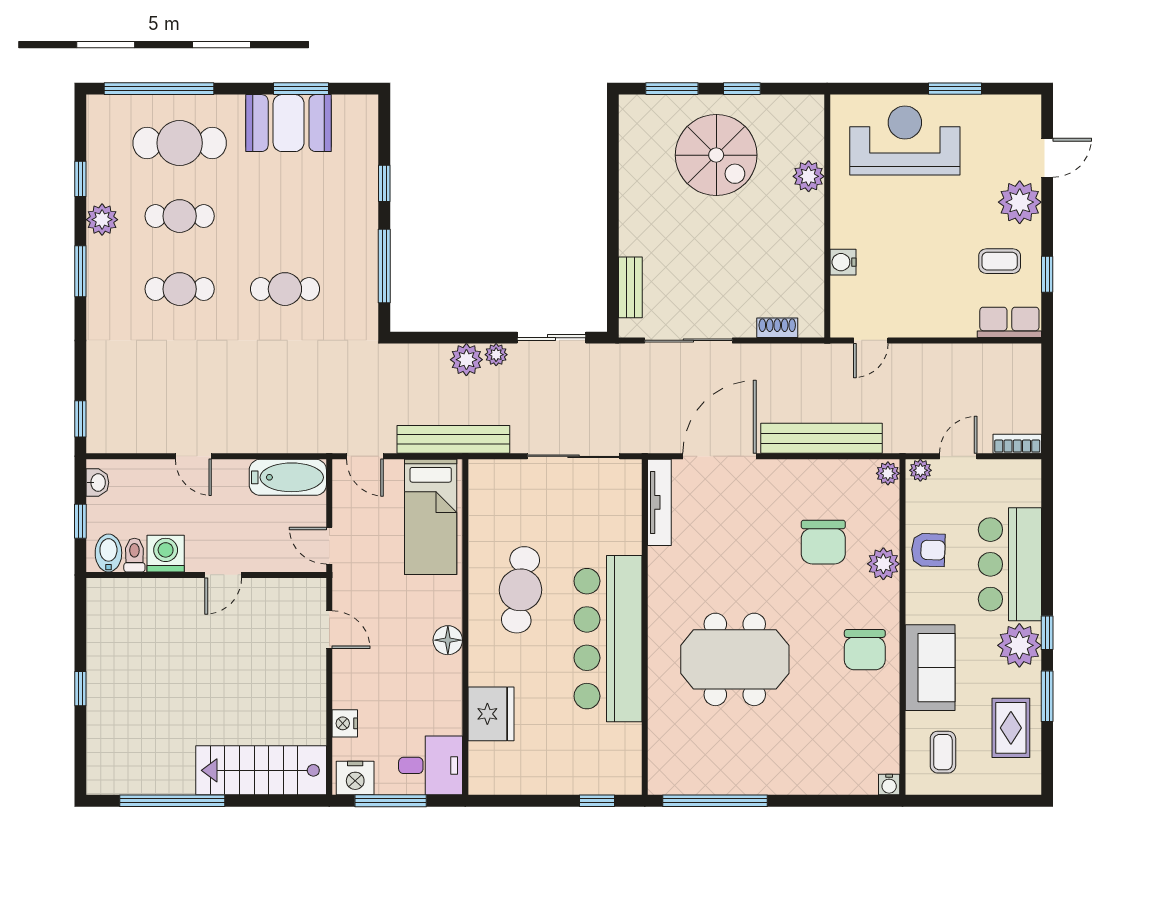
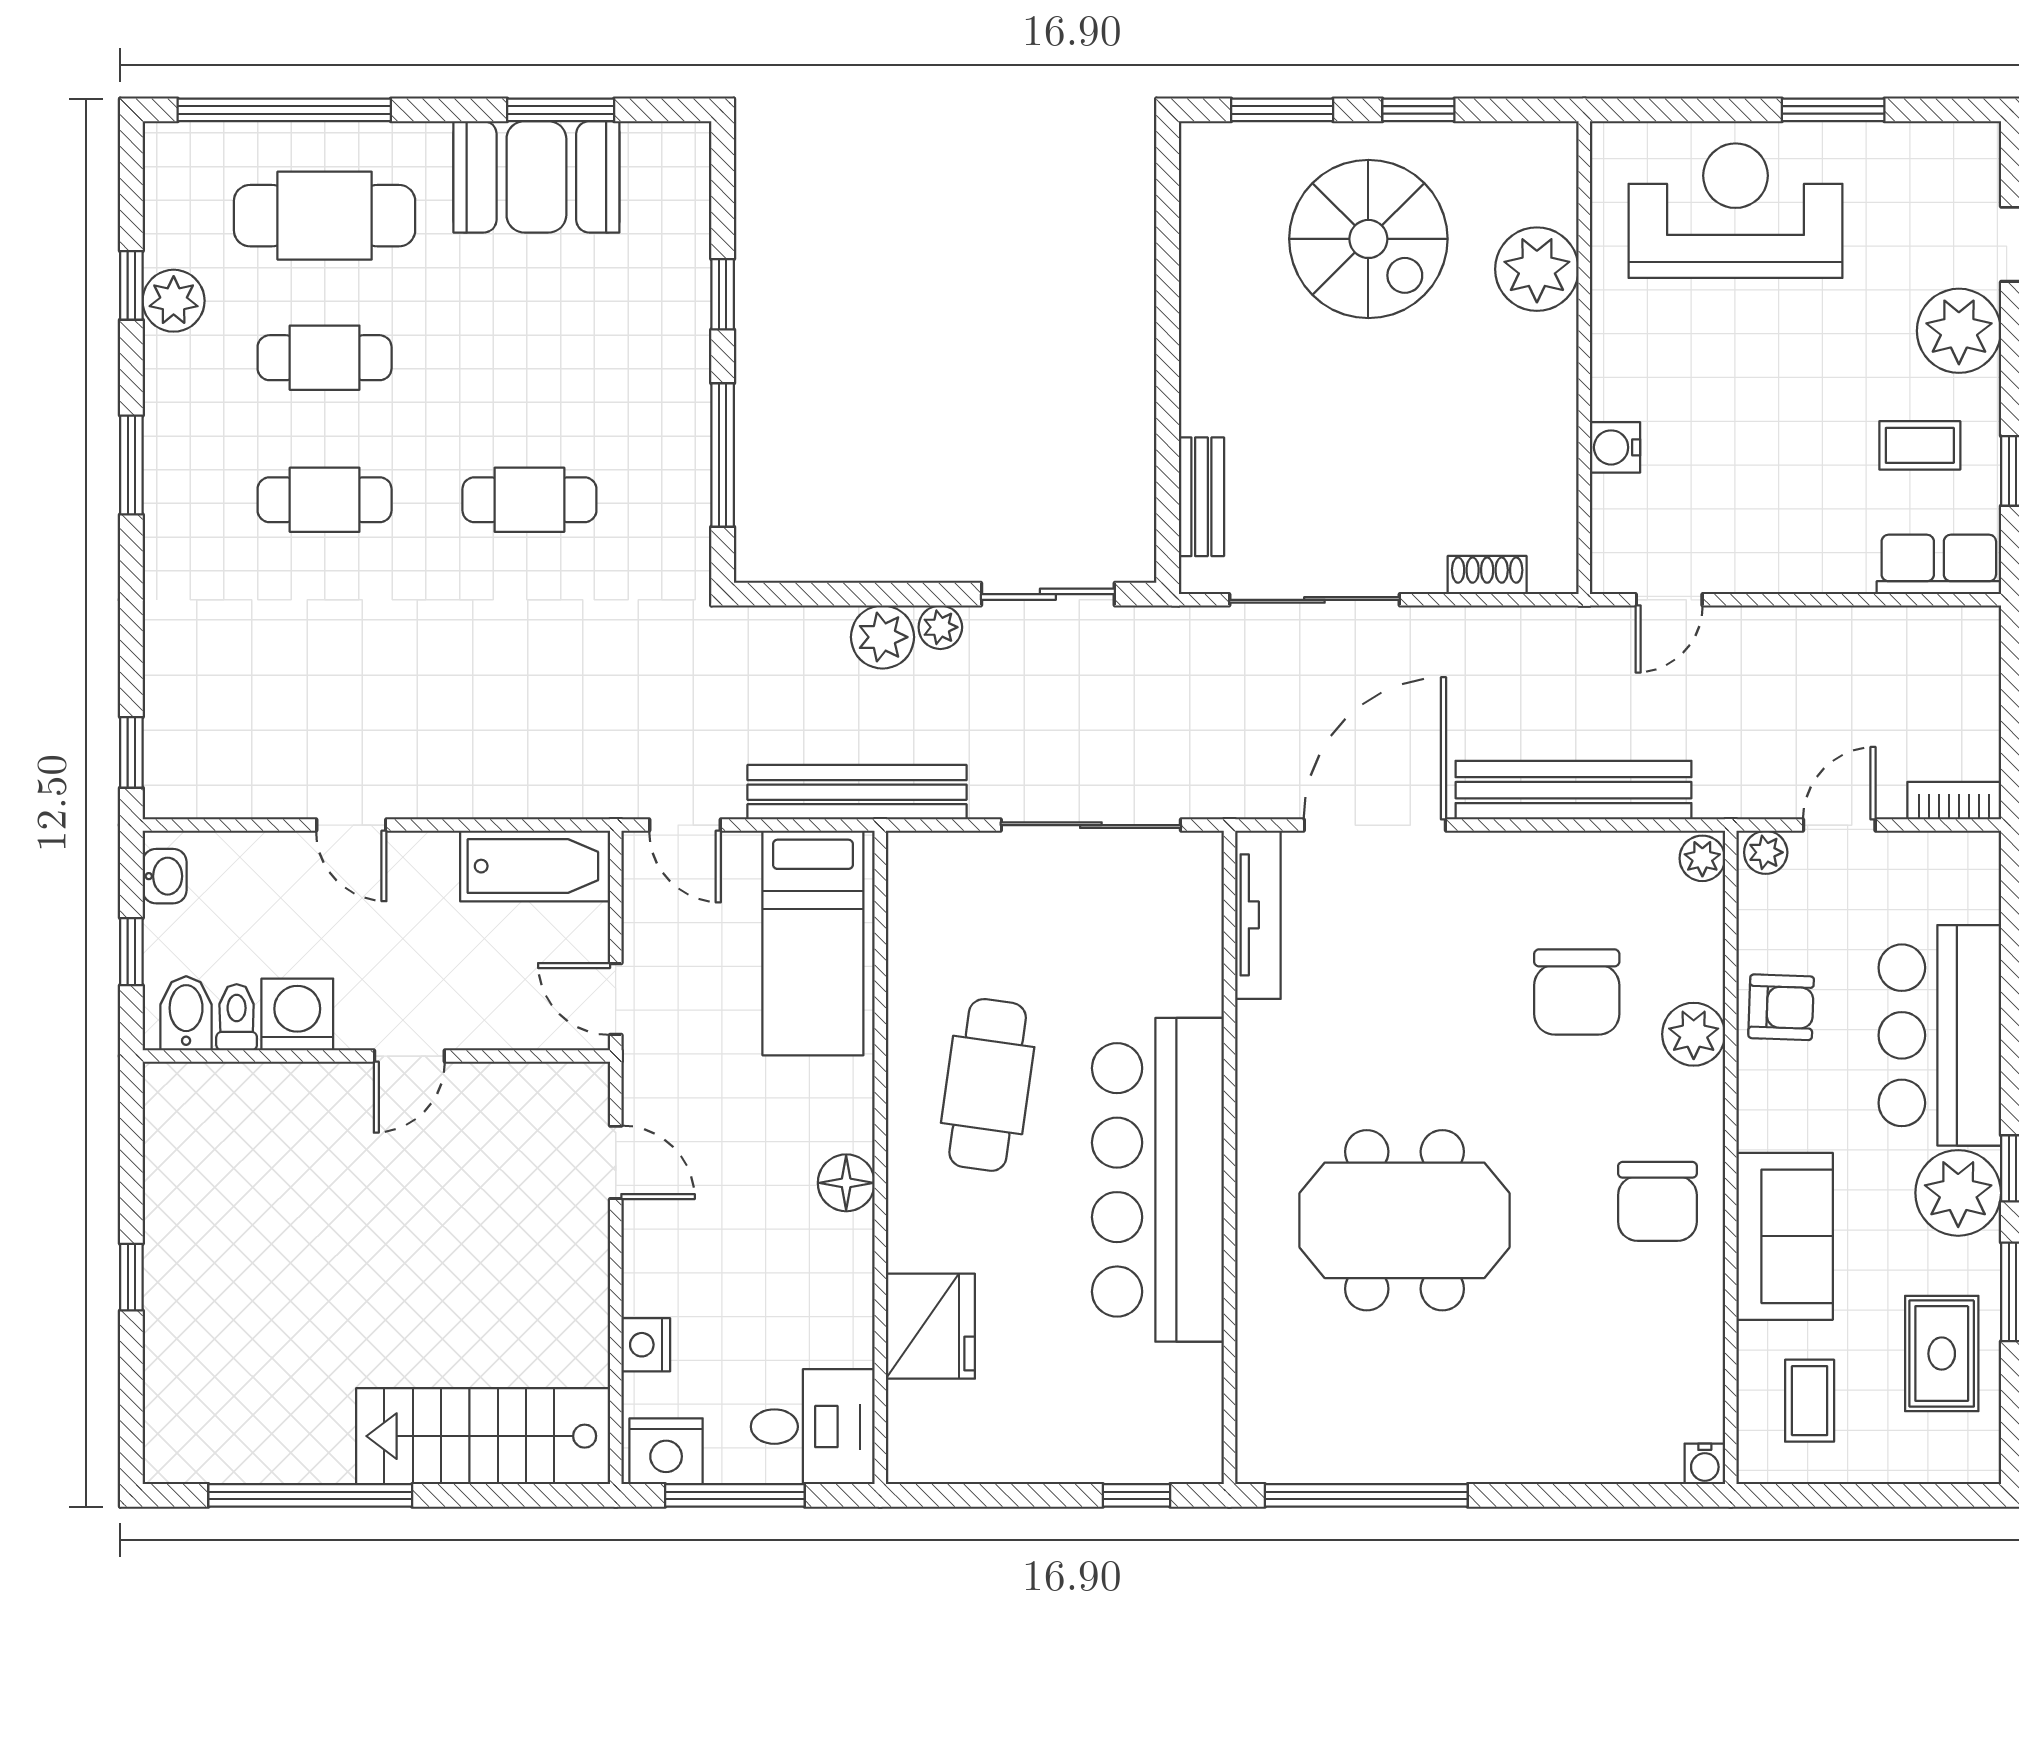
plant: (809, 176) -> (1537, 269), width x1.36, depth x1.36
plant: (102, 220) -> (174, 301), moved

